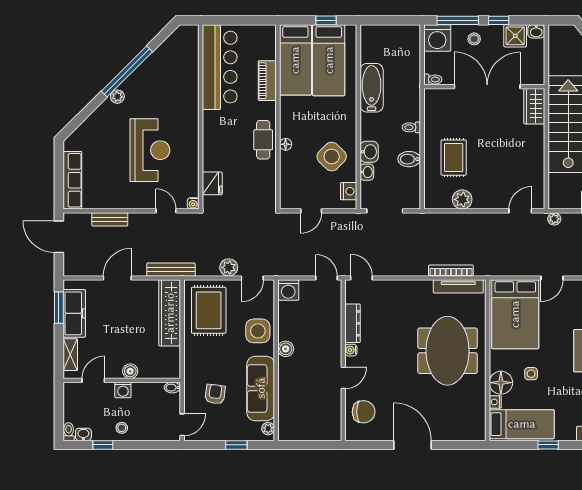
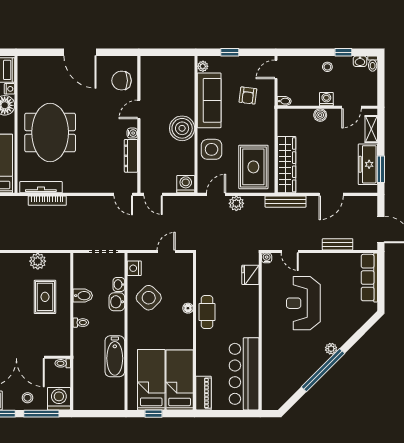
piano: (267, 81) -> (204, 393), moved
boiler: (286, 349) -> (182, 128), width x1.86, depth x1.86

